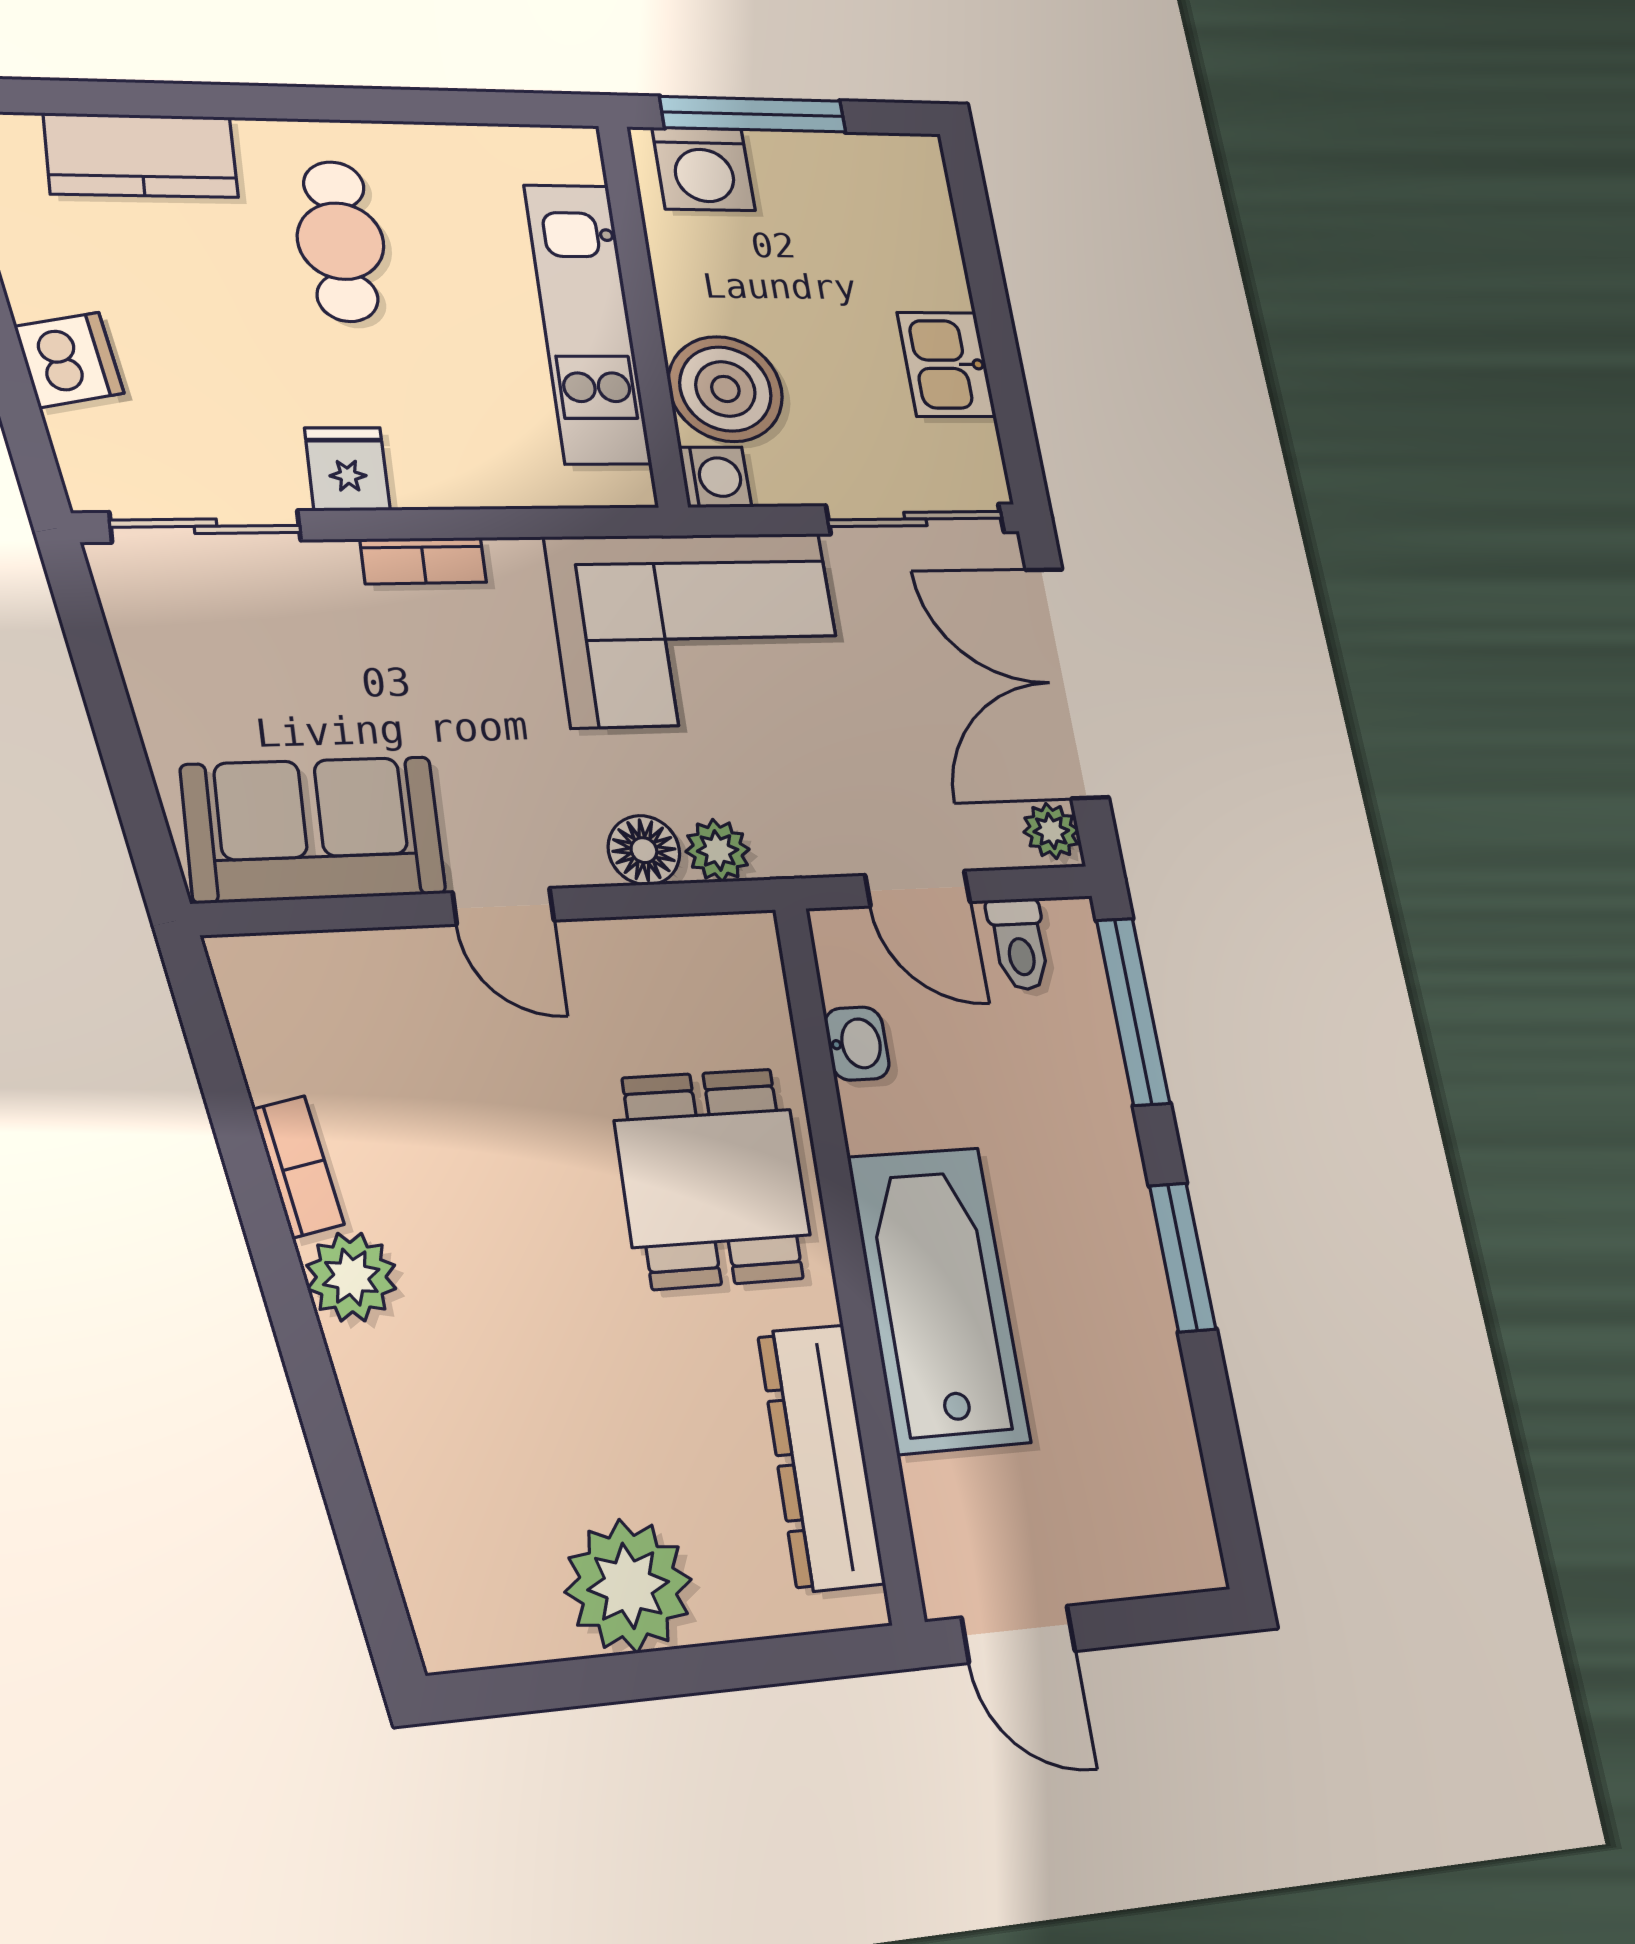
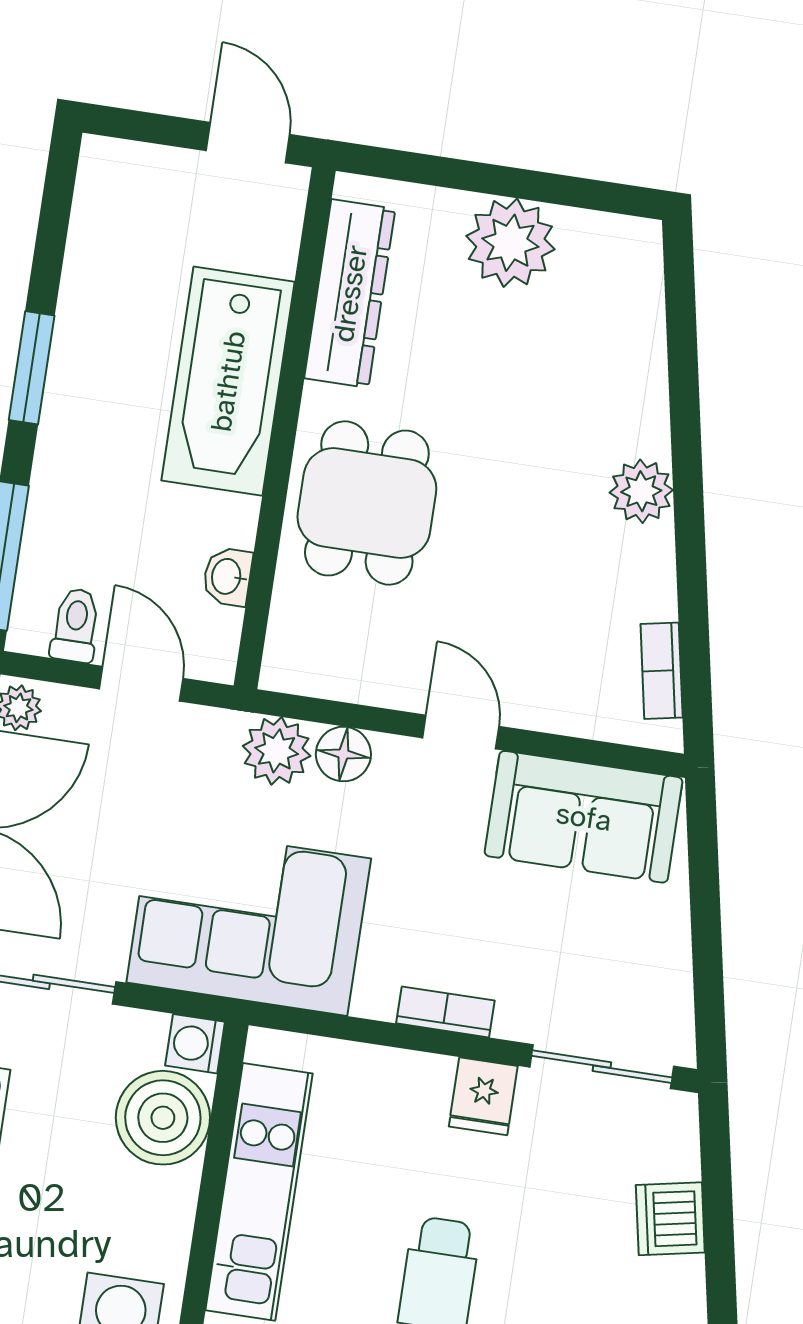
plant: (718, 850) -> (277, 751), width x1.38, depth x1.38
bookcase: (298, 1167) -> (662, 671), moved

